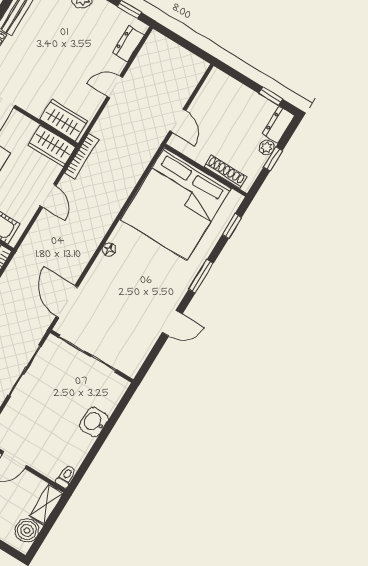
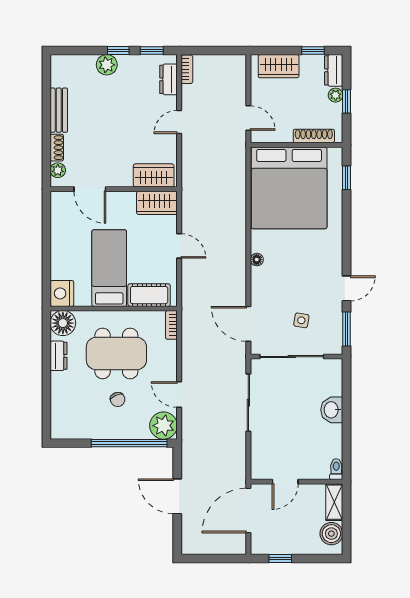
wardrobe: (232, 91) -> (279, 66), added
bookcase: (82, 156) -> (187, 69), moved, width x0.64
window: (201, 276) -> (347, 329), moved
side table: (115, 327) -> (301, 320), added

